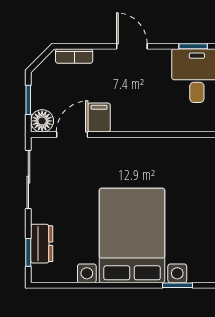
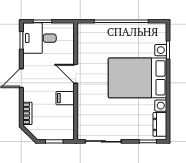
floor lamp: (42, 121) -> (67, 133), removed
door: (72, 135) -> (76, 74), moved
dresser: (42, 244) -> (160, 124), moved, turned -90

